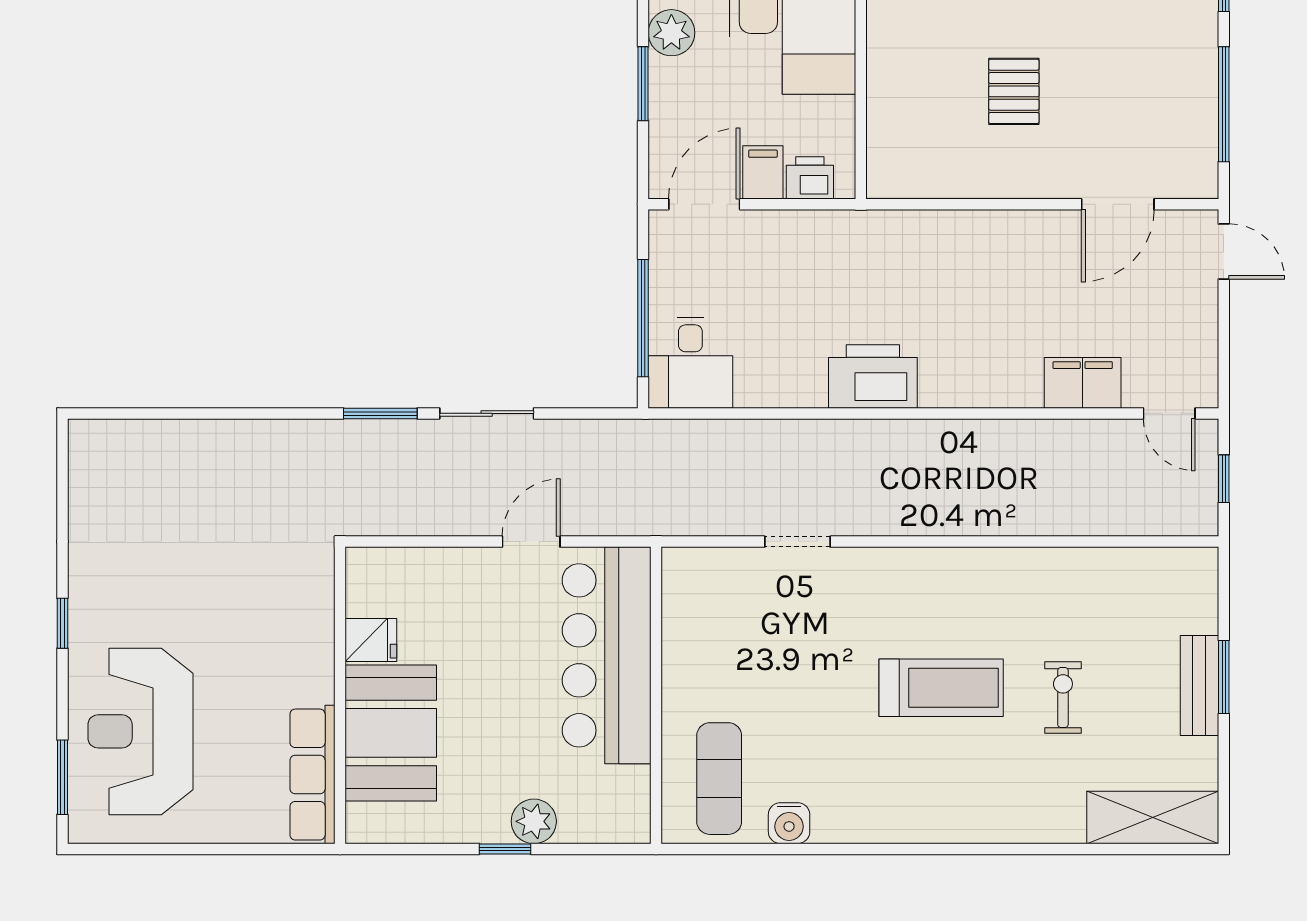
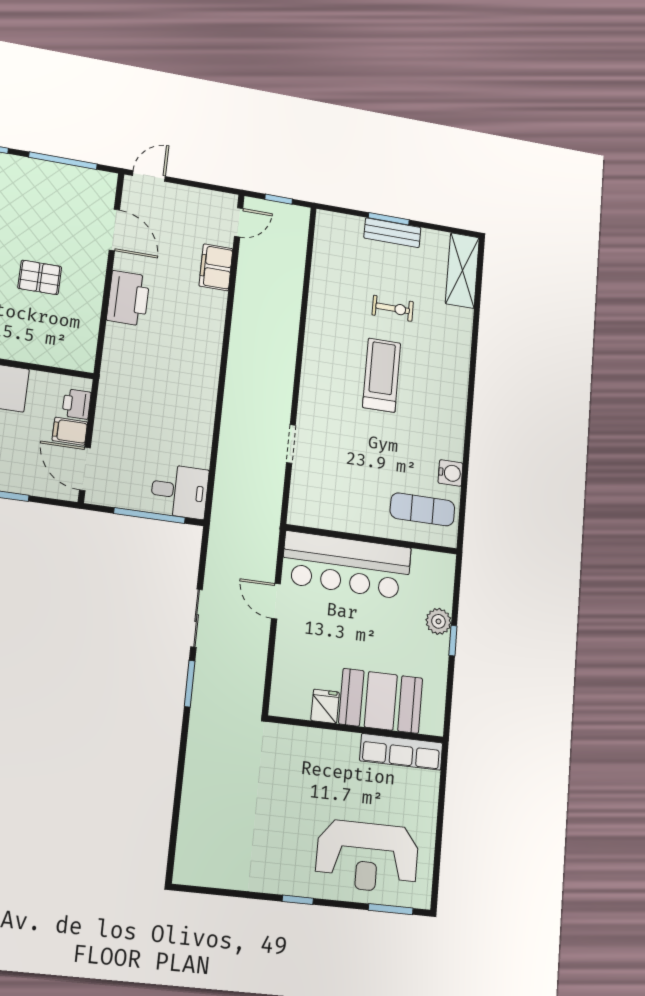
printer: (873, 377) -> (128, 298), moved, turned 180
exercise bike: (1063, 698) -> (393, 308), turned 180

